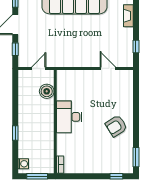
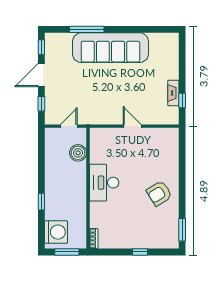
fireplace: (128, 16) -> (173, 93), moved
door: (108, 68) -> (132, 126), moved
washing machine: (23, 164) -> (56, 232), width x1.89, depth x1.89
window: (116, 176) -> (140, 252), moved

